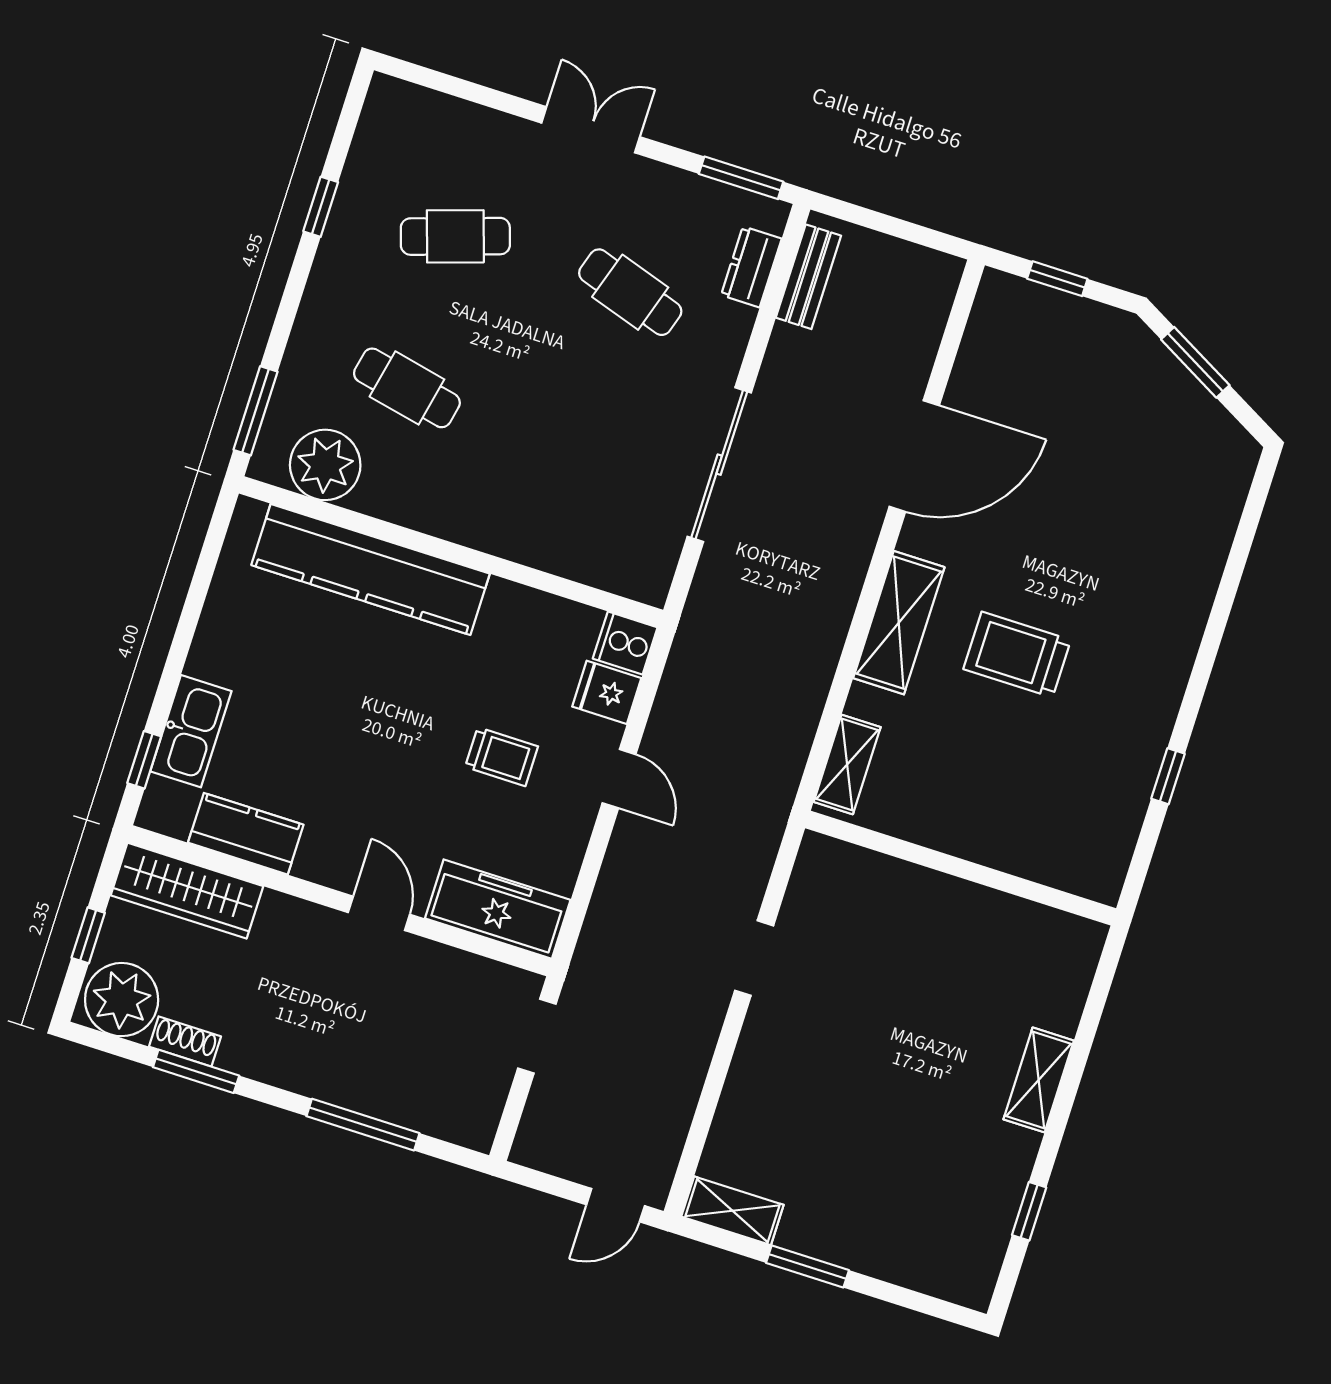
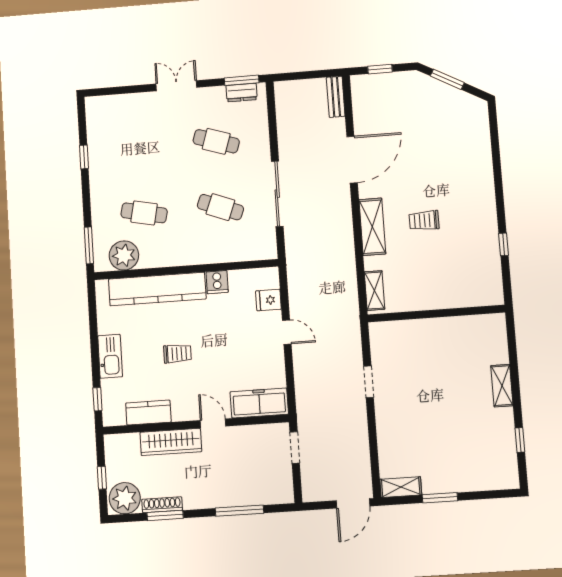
cafe table: (455, 236) -> (220, 207), moved, turned 39
dresser: (751, 267) -> (242, 93), moved, turned -90
bench: (808, 277) -> (336, 97), moved
cooker: (625, 643) -> (217, 282), moved, turned -90
trolley: (1017, 655) -> (424, 221), width x0.73, depth x0.72
kitchen sink: (191, 731) -> (110, 356), moved
trolley: (502, 757) -> (177, 354), moved
wardrobe: (187, 891) -> (171, 442), moved
shoe rack: (185, 1041) -> (162, 505), width x1.43
door: (616, 1205) -> (353, 503), width x1.38

